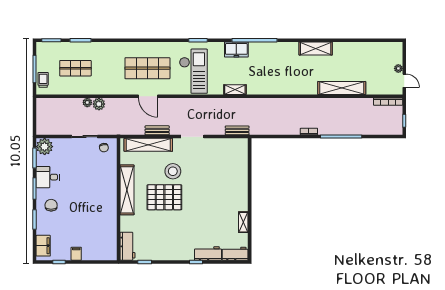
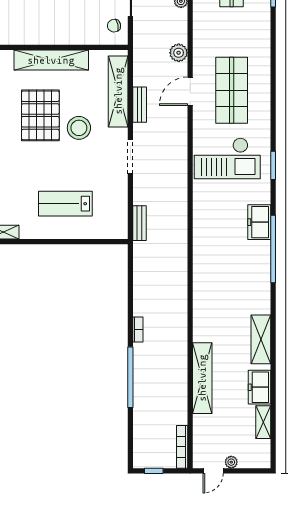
freezer: (348, 49) -> (260, 387), added
shelving: (235, 90) -> (263, 422), moved
plant: (99, 104) -> (179, 53), moved
lab bench: (224, 180) -> (65, 204), added

